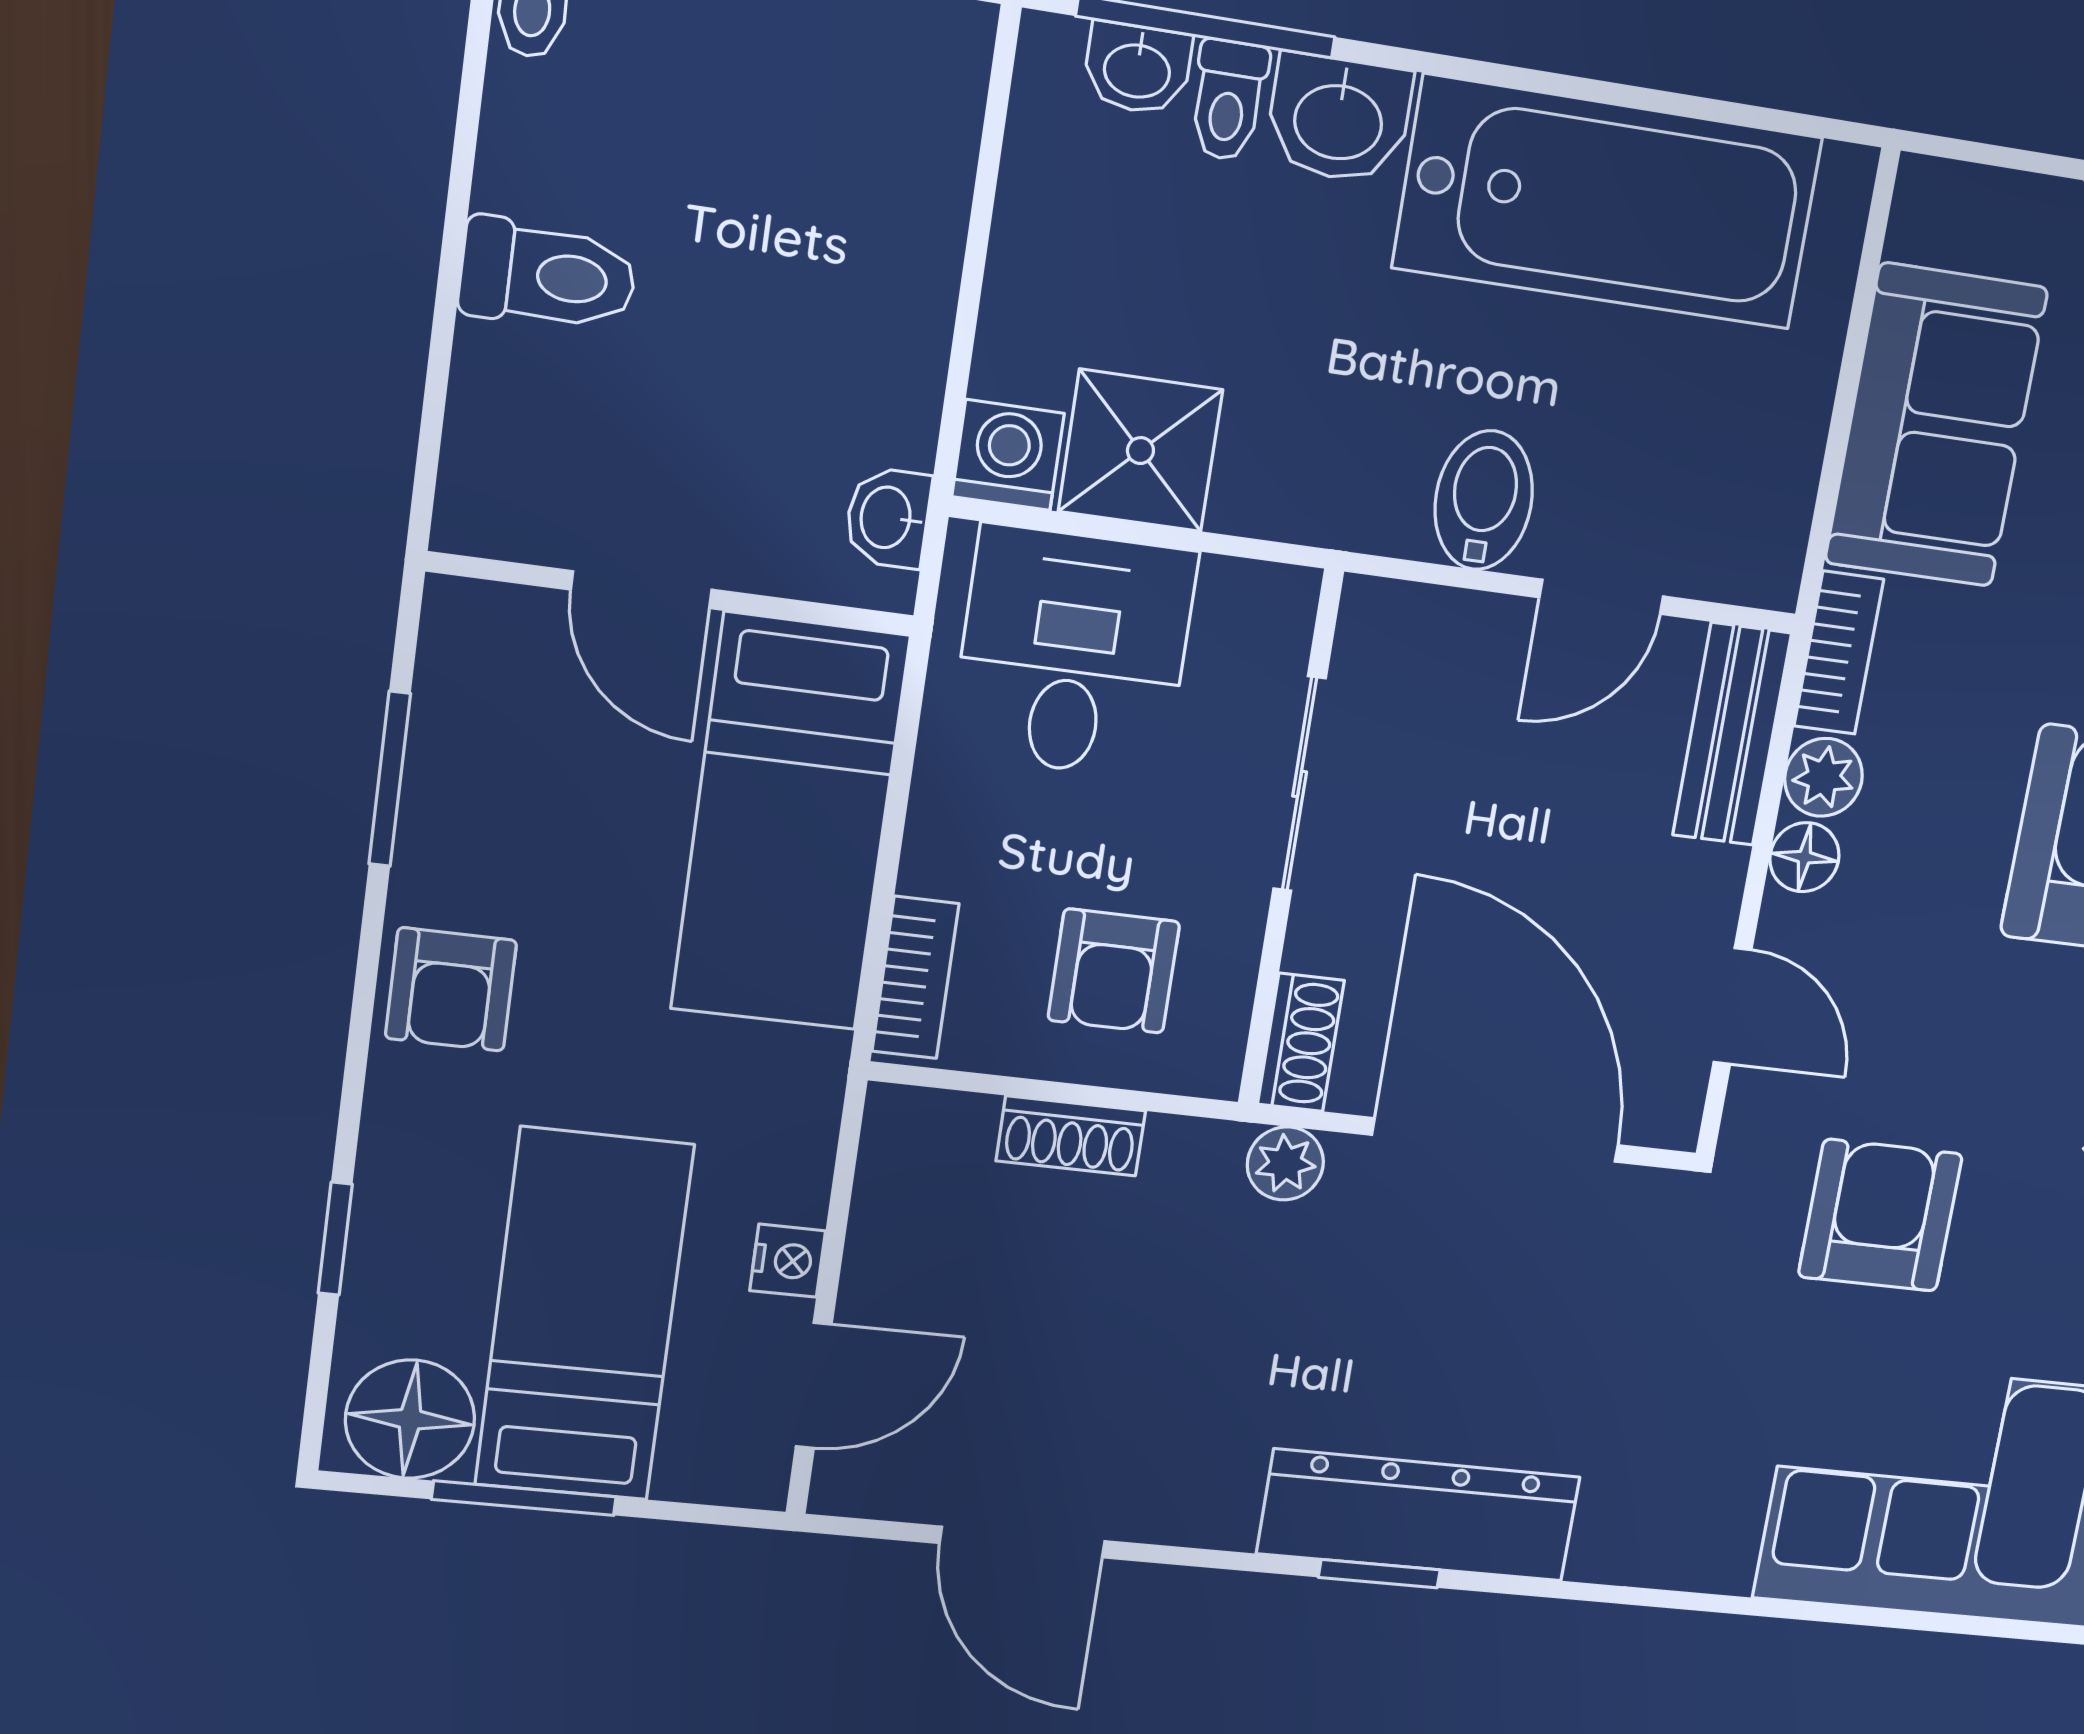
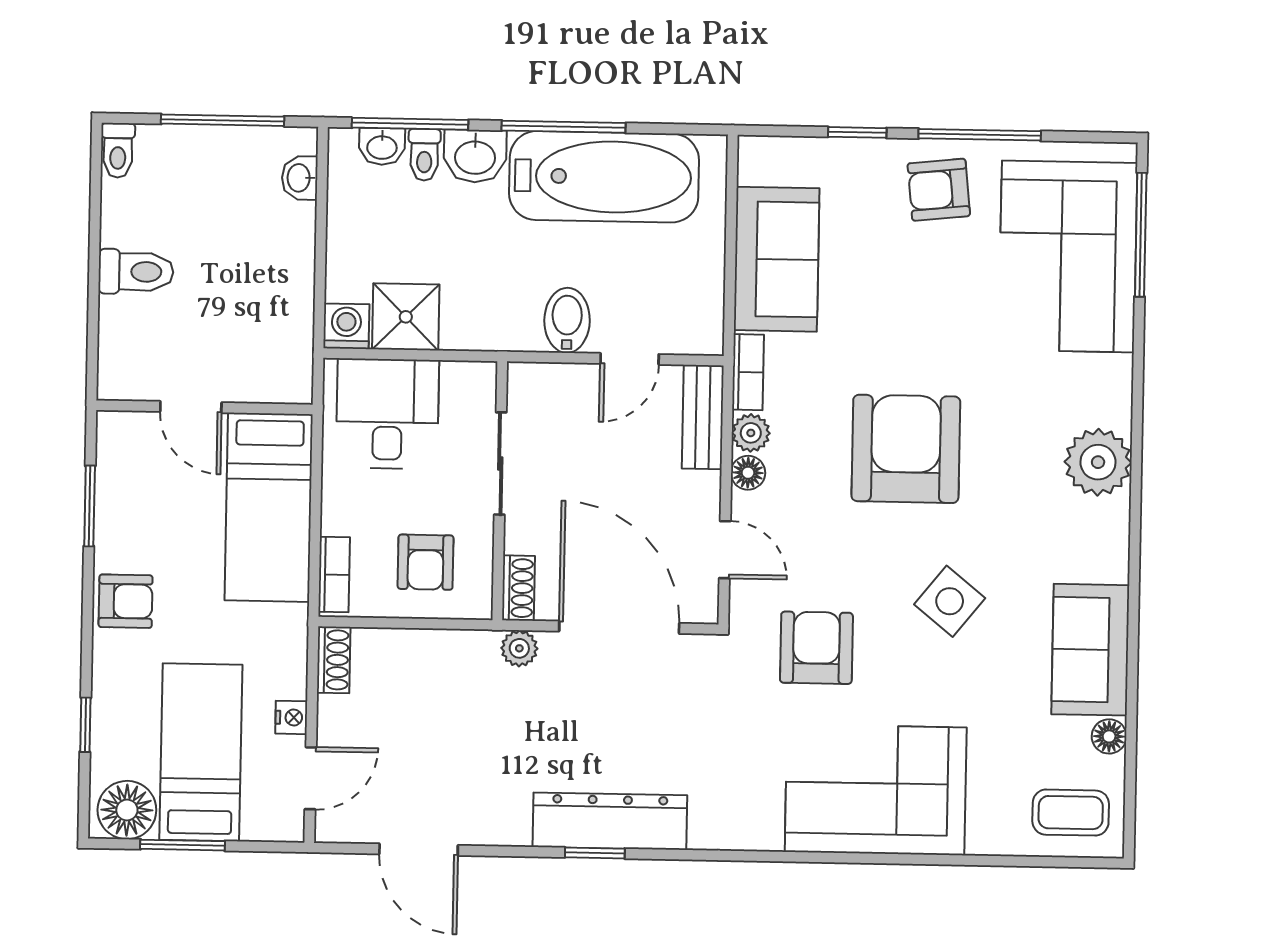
window: (1539, 81) -> (564, 127), added
washbasin: (888, 518) -> (300, 178), moved
armchair: (451, 989) -> (126, 601), turned -90
shoe rack: (1071, 1136) -> (334, 660), moved, turned -90

